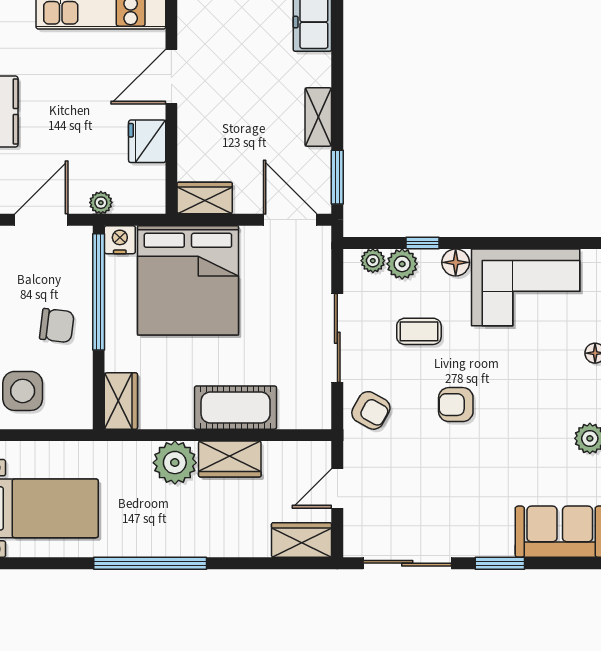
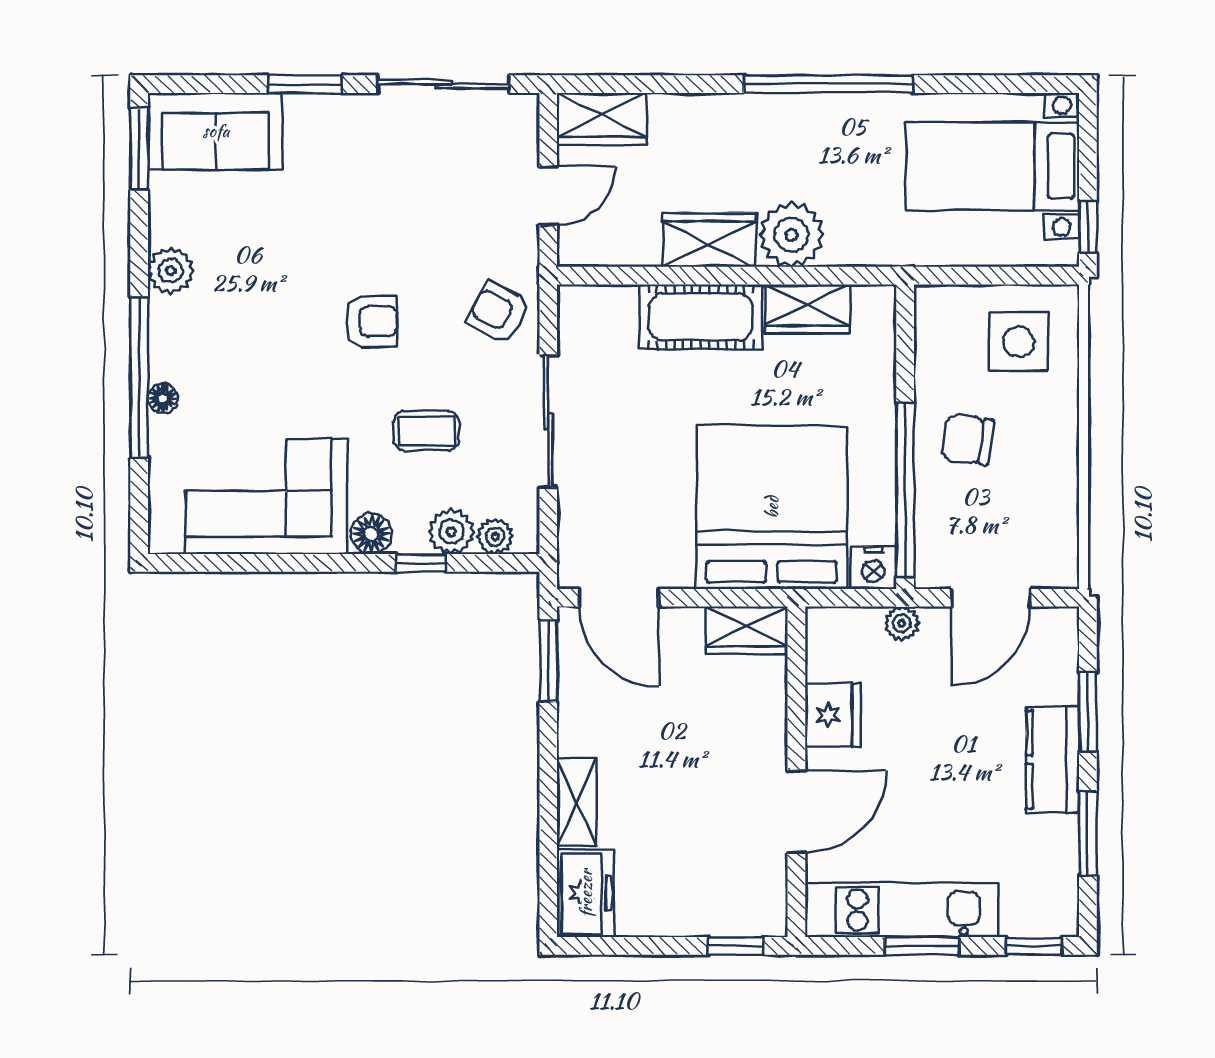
shelving: (318, 117) -> (577, 802), moved
wardrobe: (121, 401) -> (807, 309), moved, turned -90

